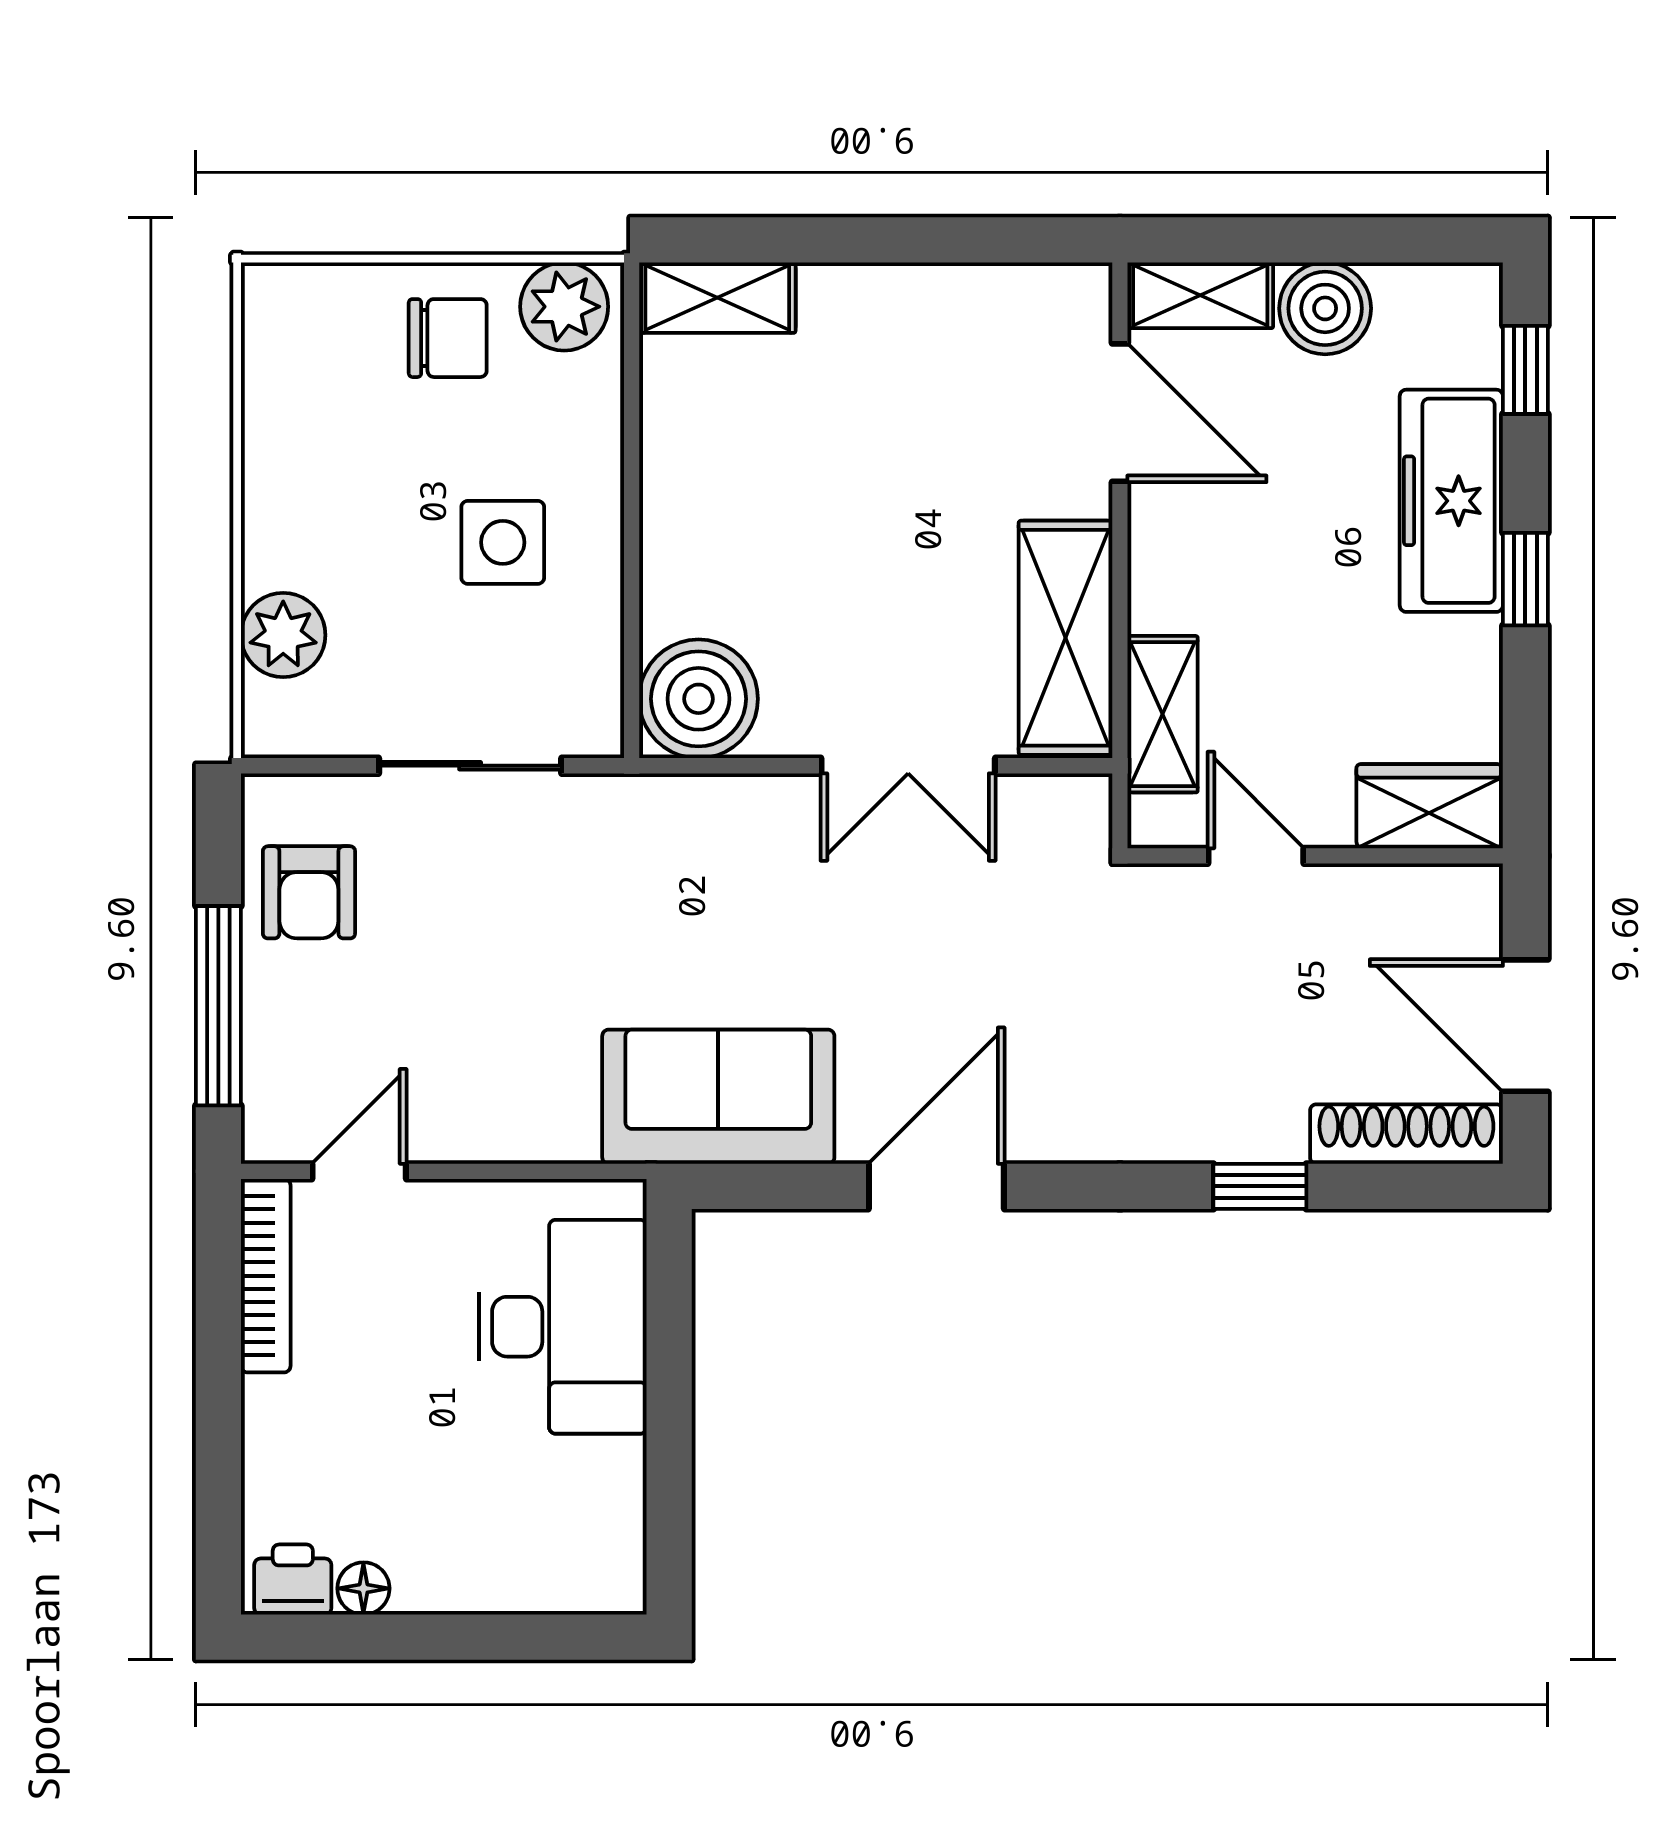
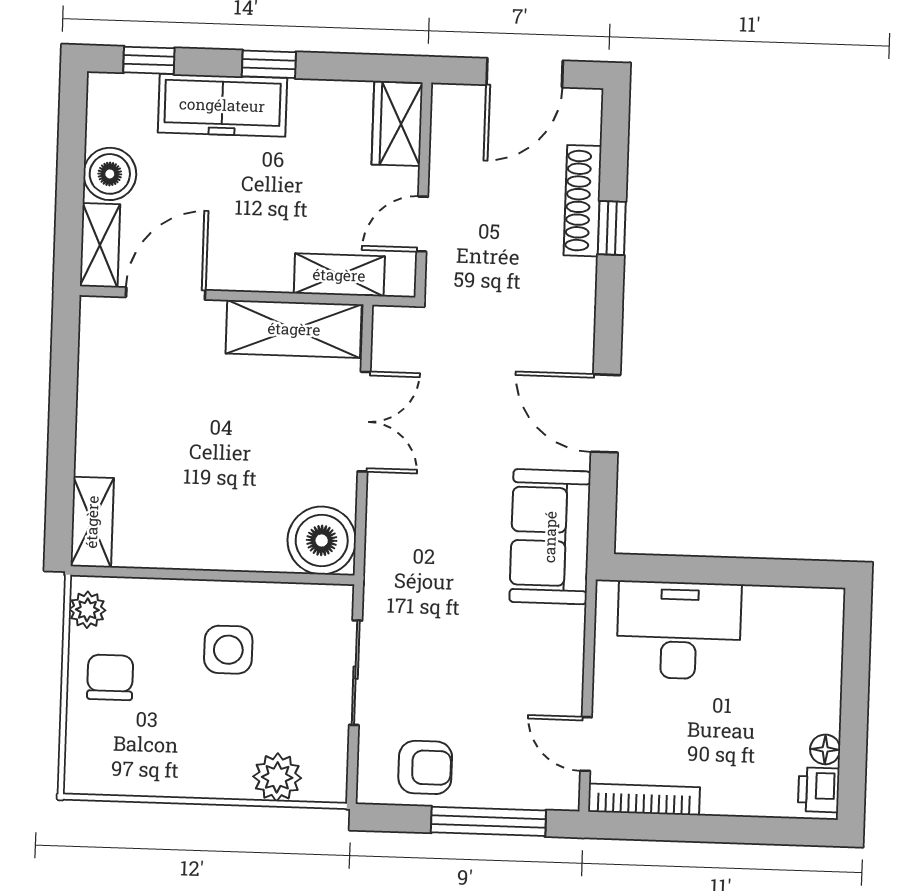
plant: (564, 307) -> (87, 610), width x0.73, depth x0.73
shoe rack: (1406, 1134) -> (583, 201), moved

